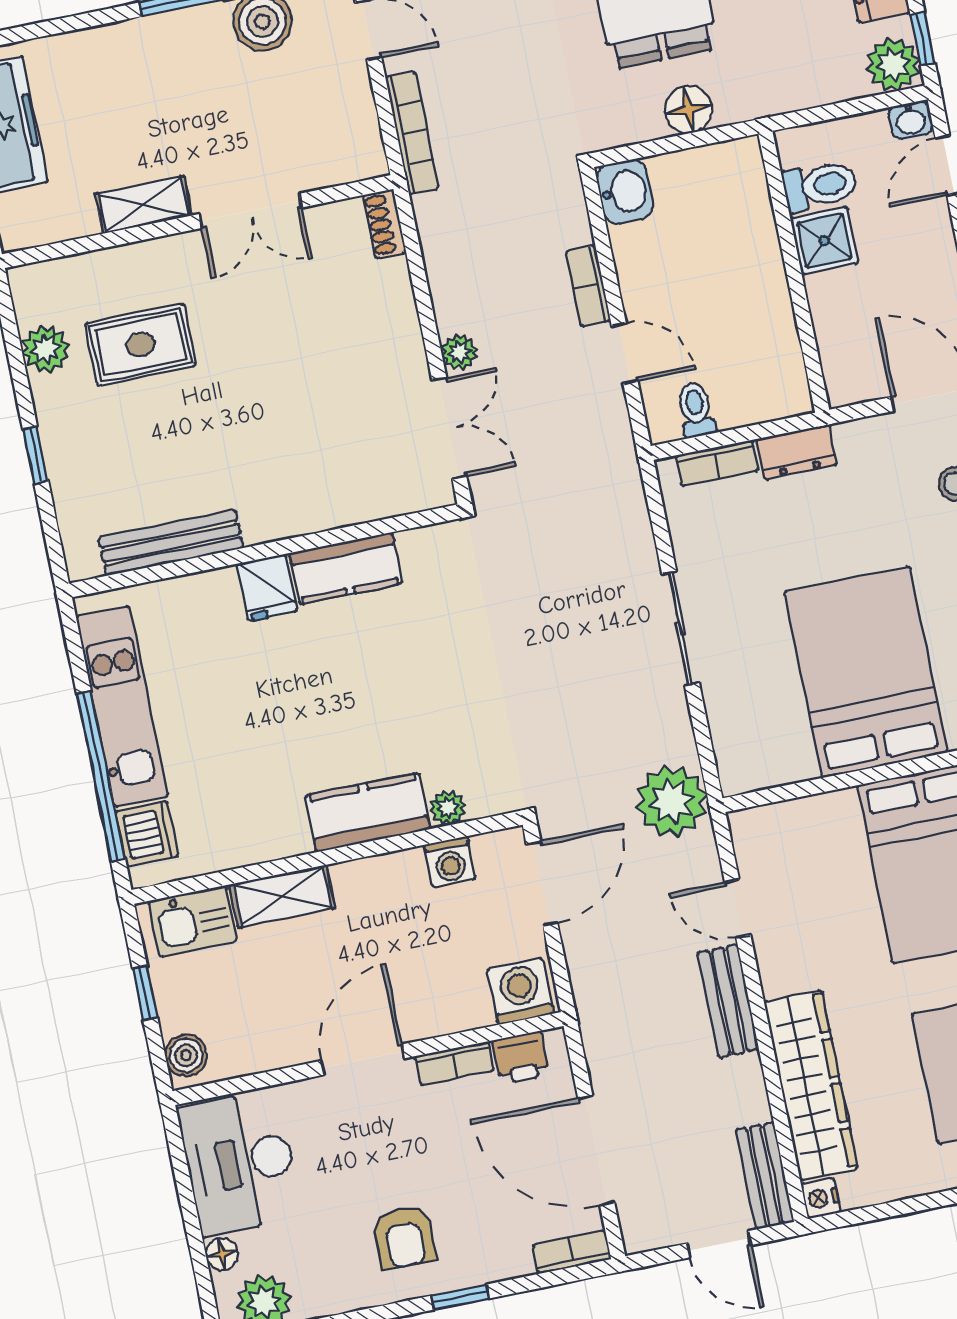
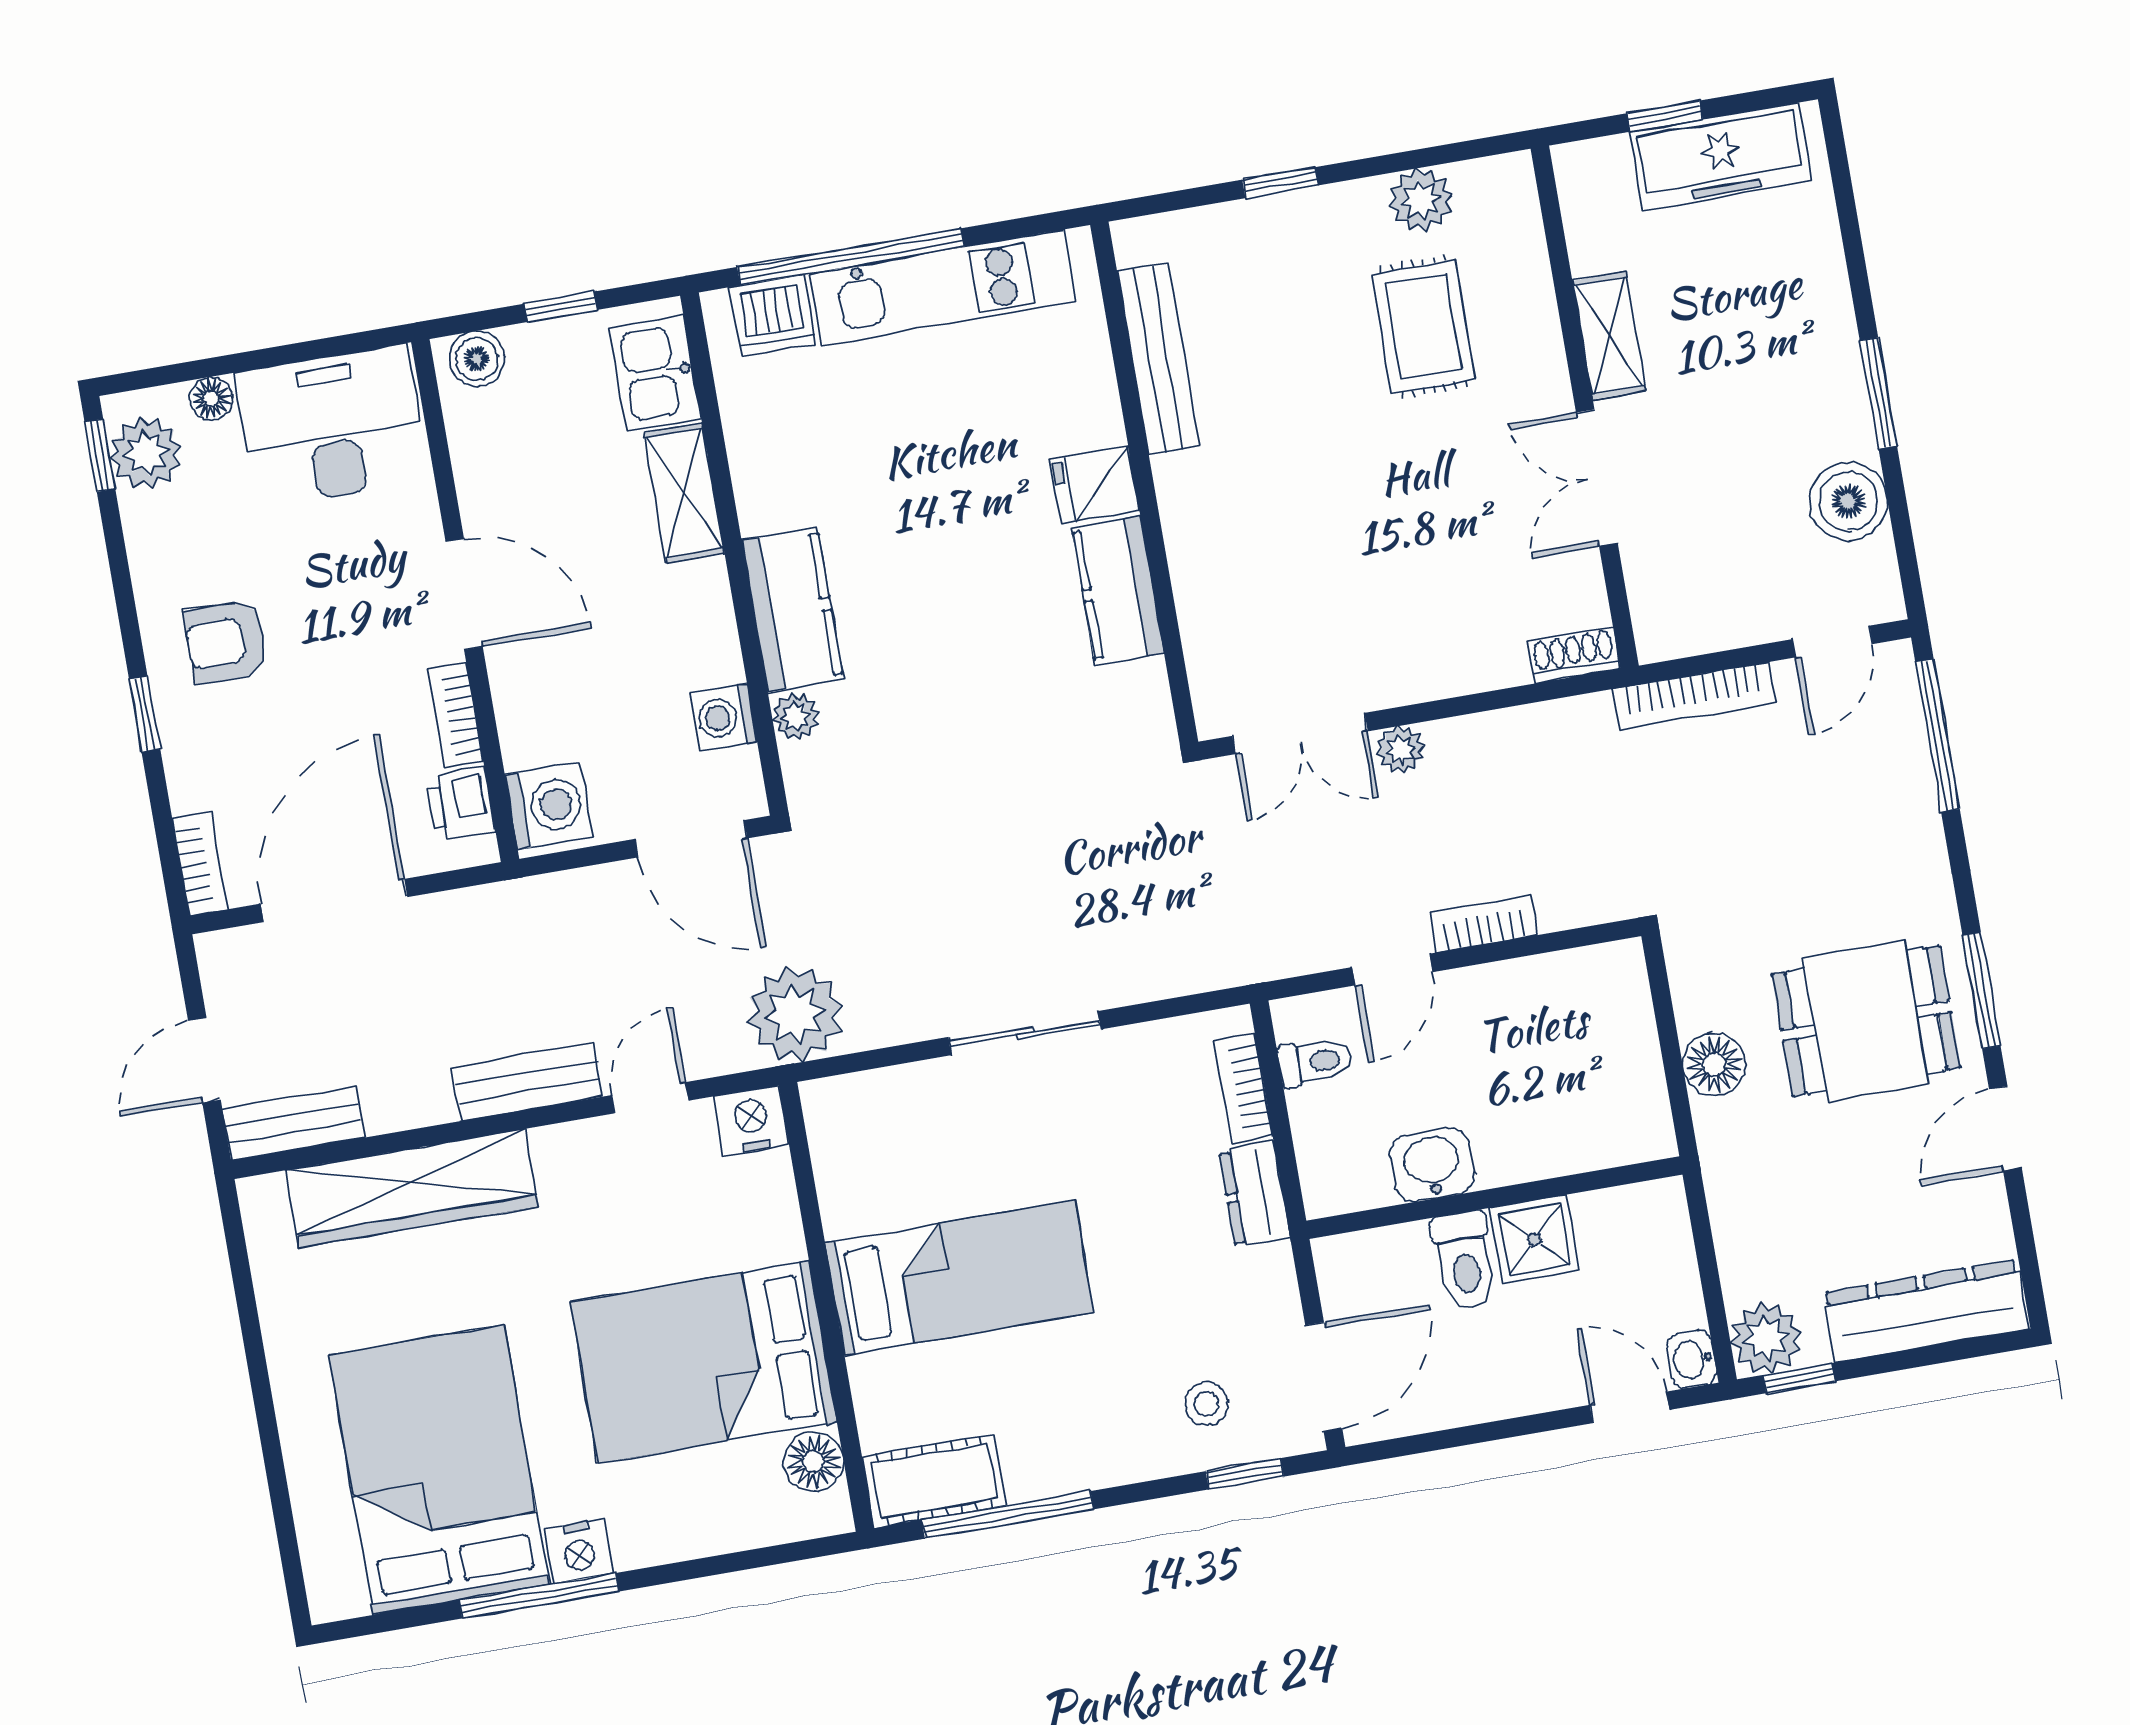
toilet: (820, 186) -> (1465, 1261), moved
washbasin: (625, 192) -> (1432, 1165), moved, turned 180
bed: (866, 672) -> (959, 1278), width x0.67
nightstand: (821, 1198) -> (752, 1120), moved, width x1.39, depth x1.35

